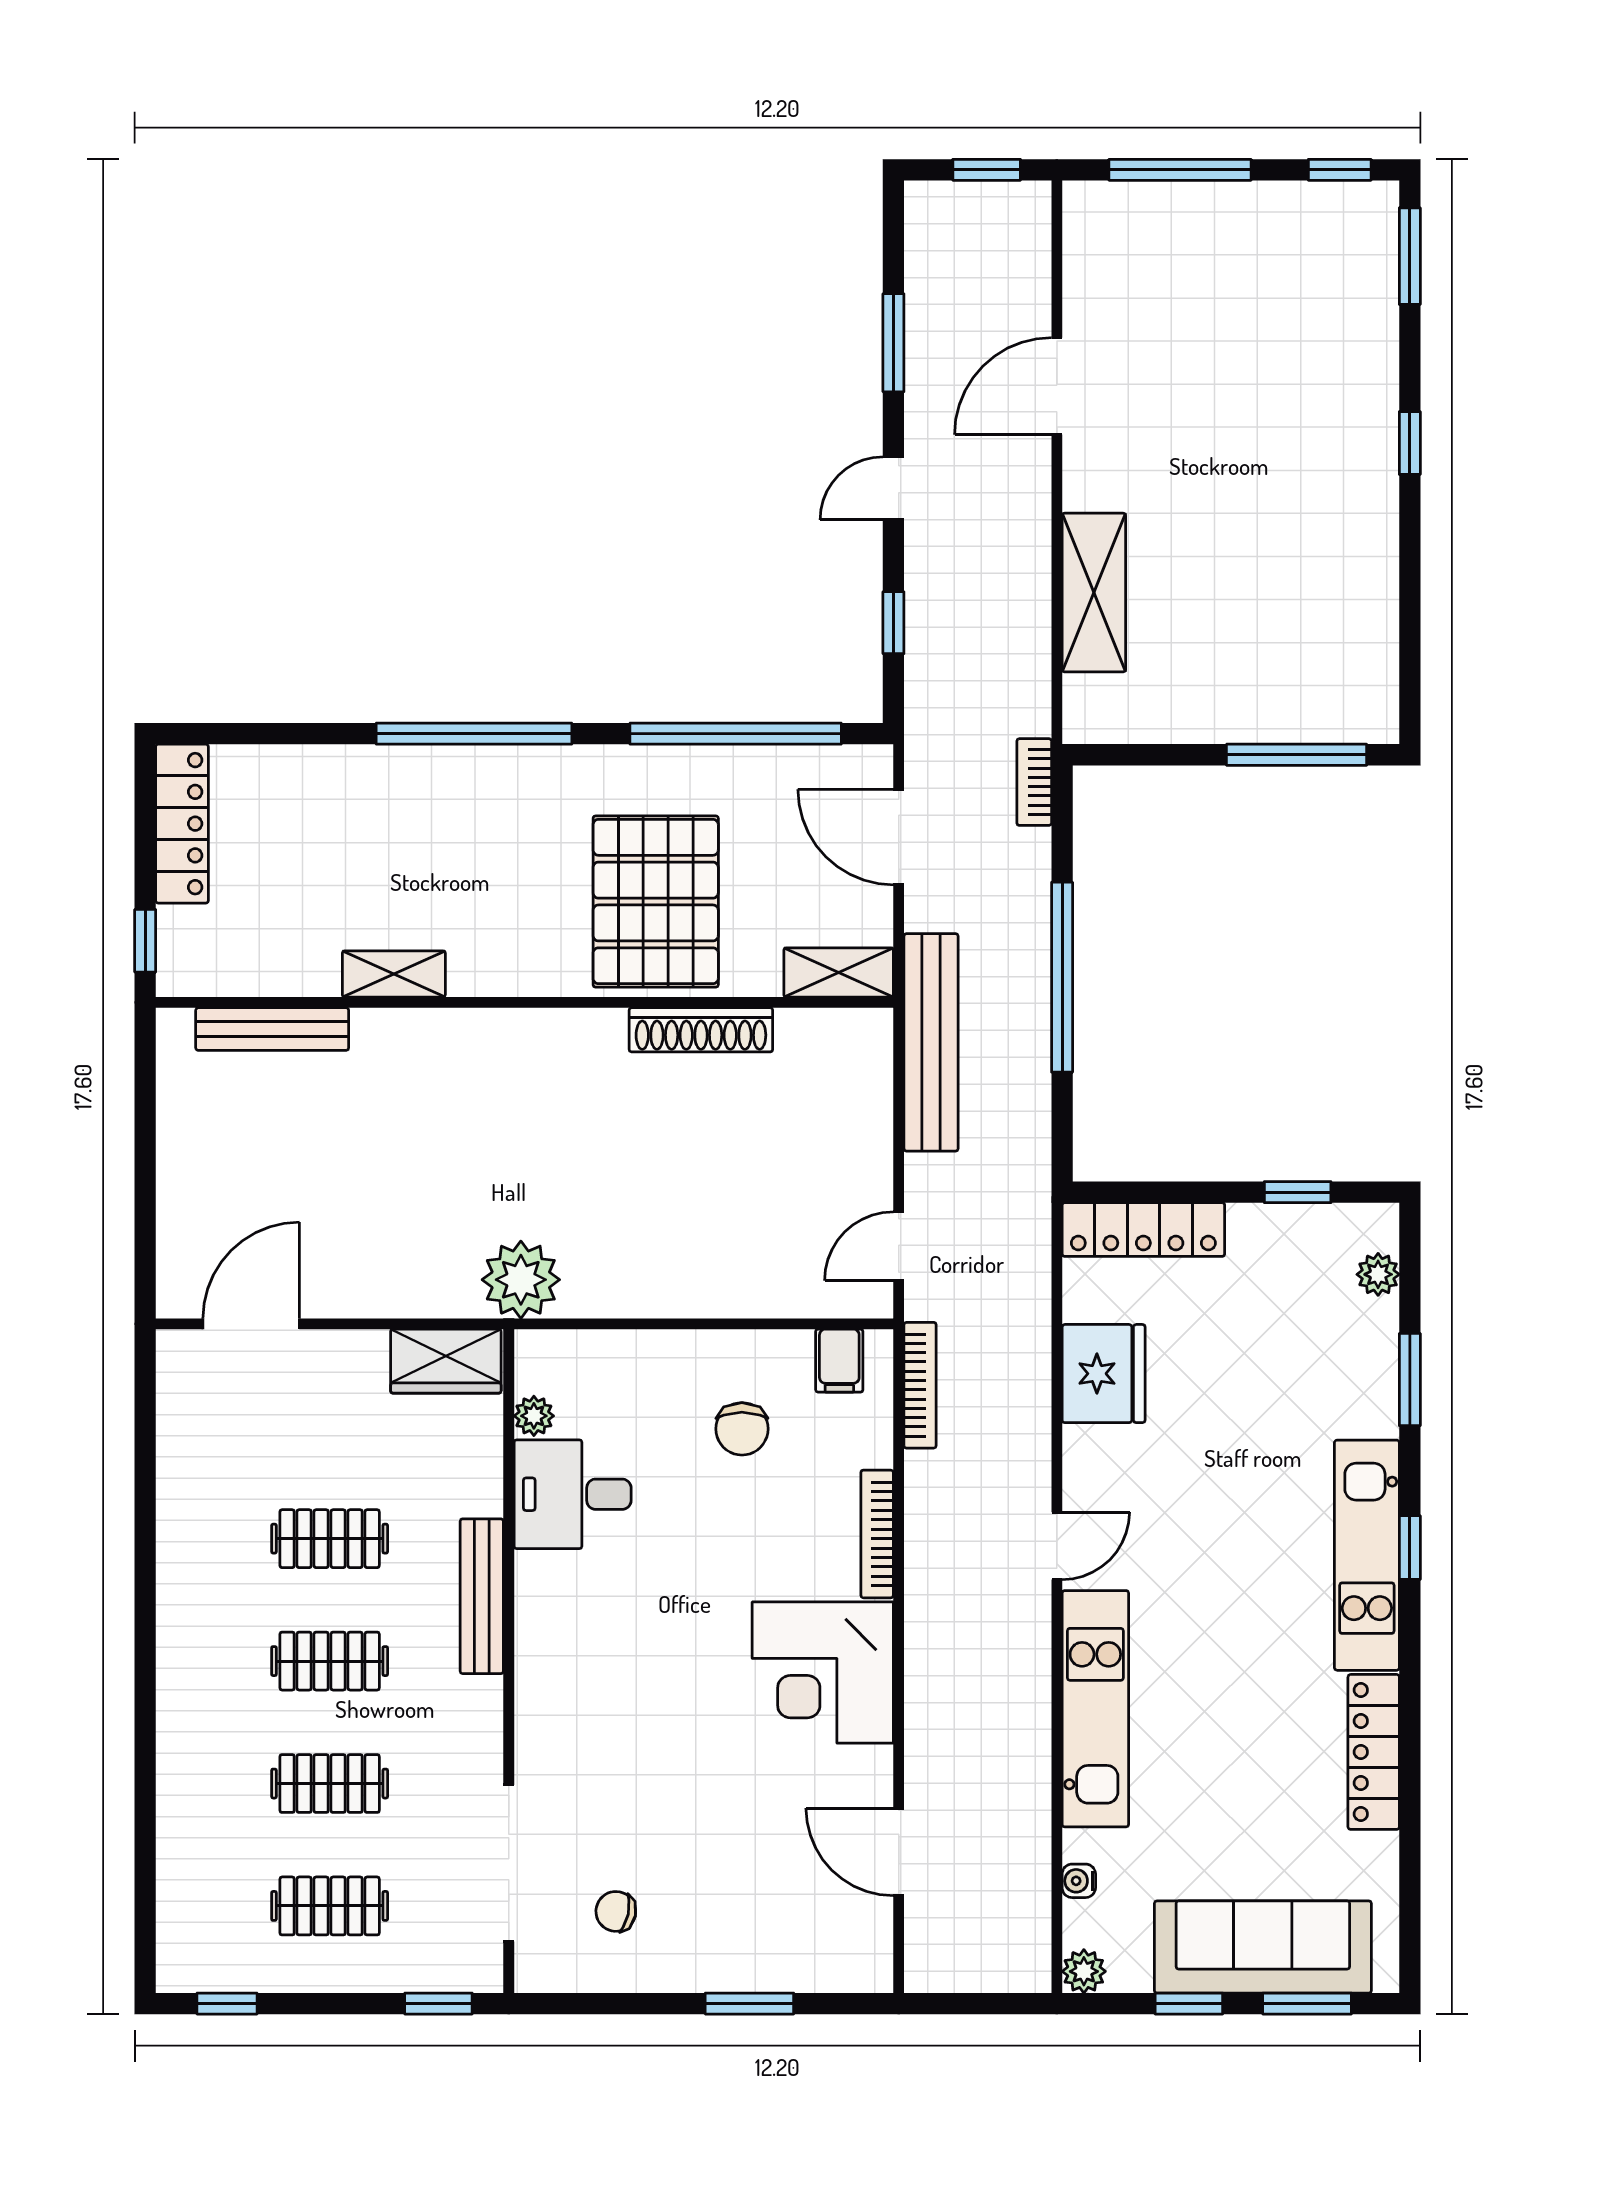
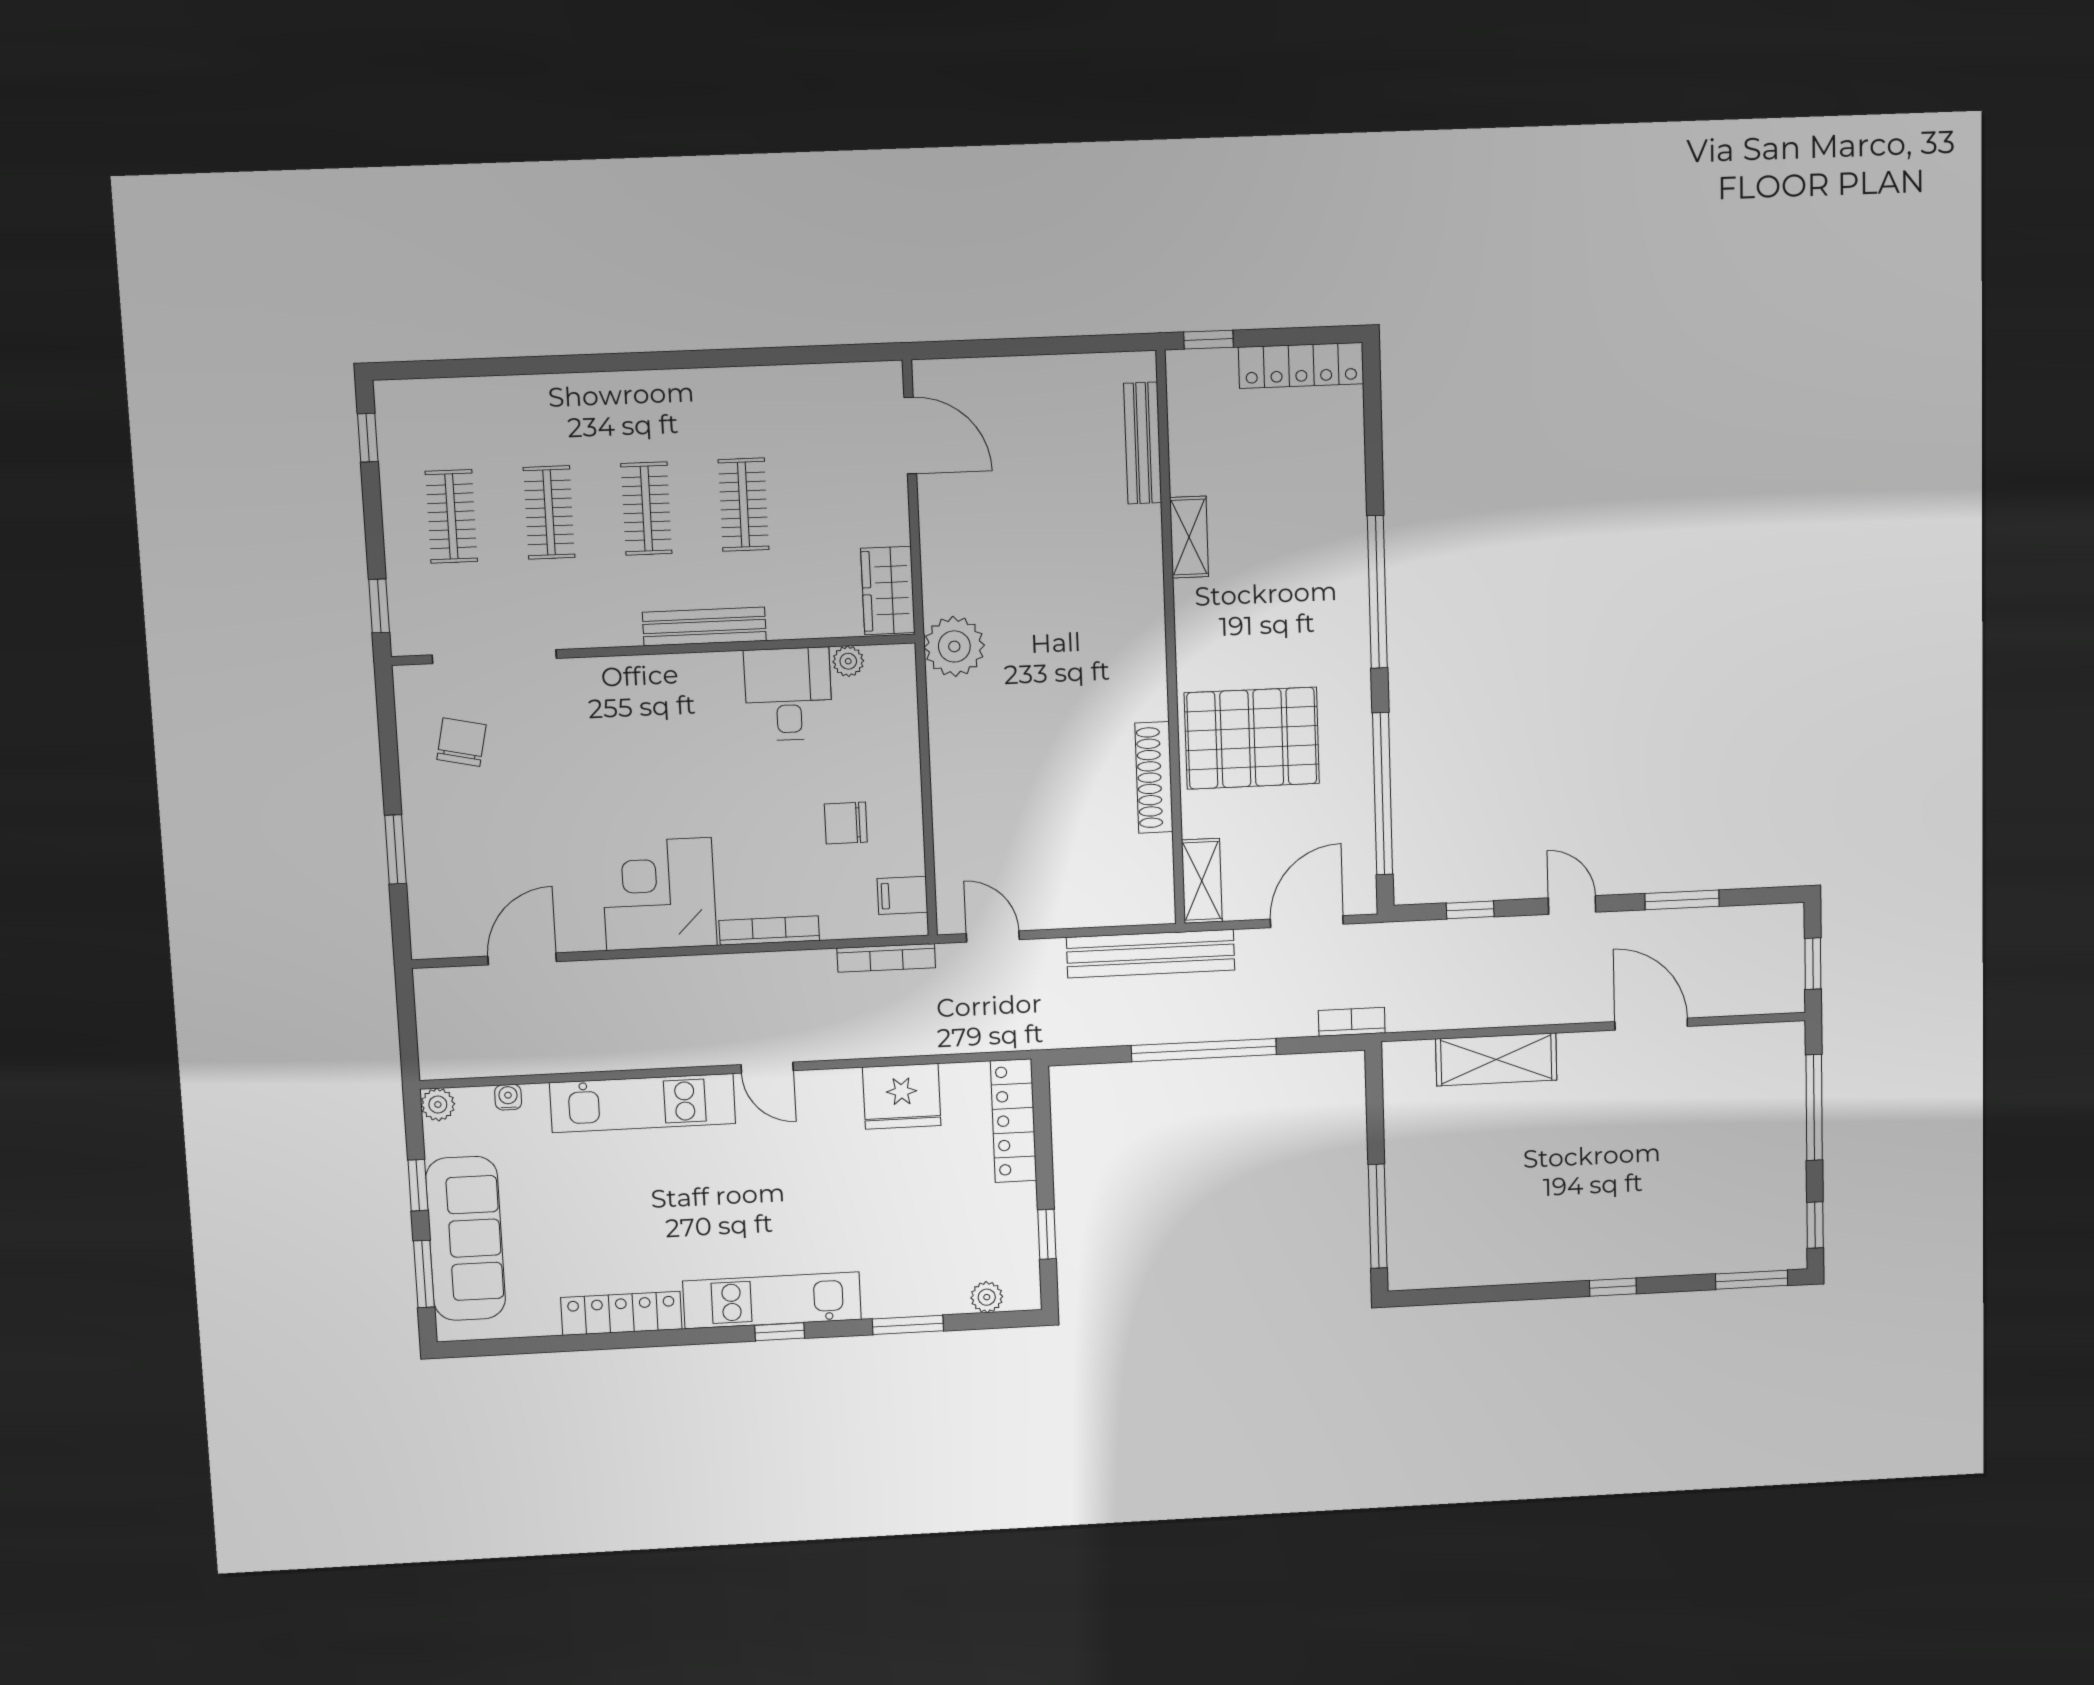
chair: (616, 1911) -> (461, 742), width x1.37, depth x1.37

